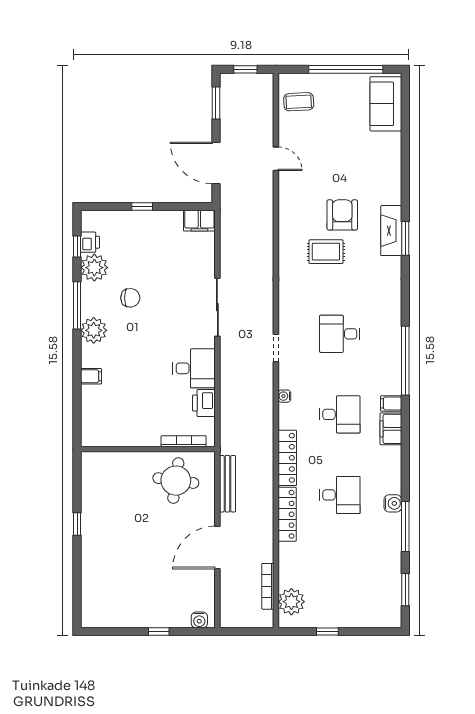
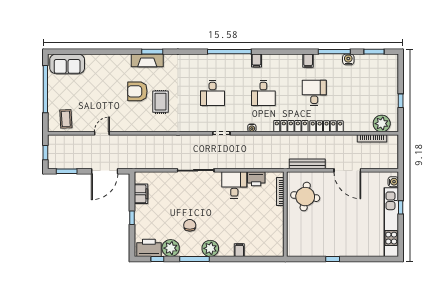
filing cabinet: (199, 221) -> (141, 194), moved
printer: (90, 242) -> (149, 248), width x1.87, depth x1.48
desk: (340, 414) -> (263, 93), turned 180
filing cabinet: (391, 429) -> (308, 61), moved, width x0.50
water cooler: (393, 503) -> (348, 59), moved
kitchen unit: (135, 617) -> (391, 222), added

